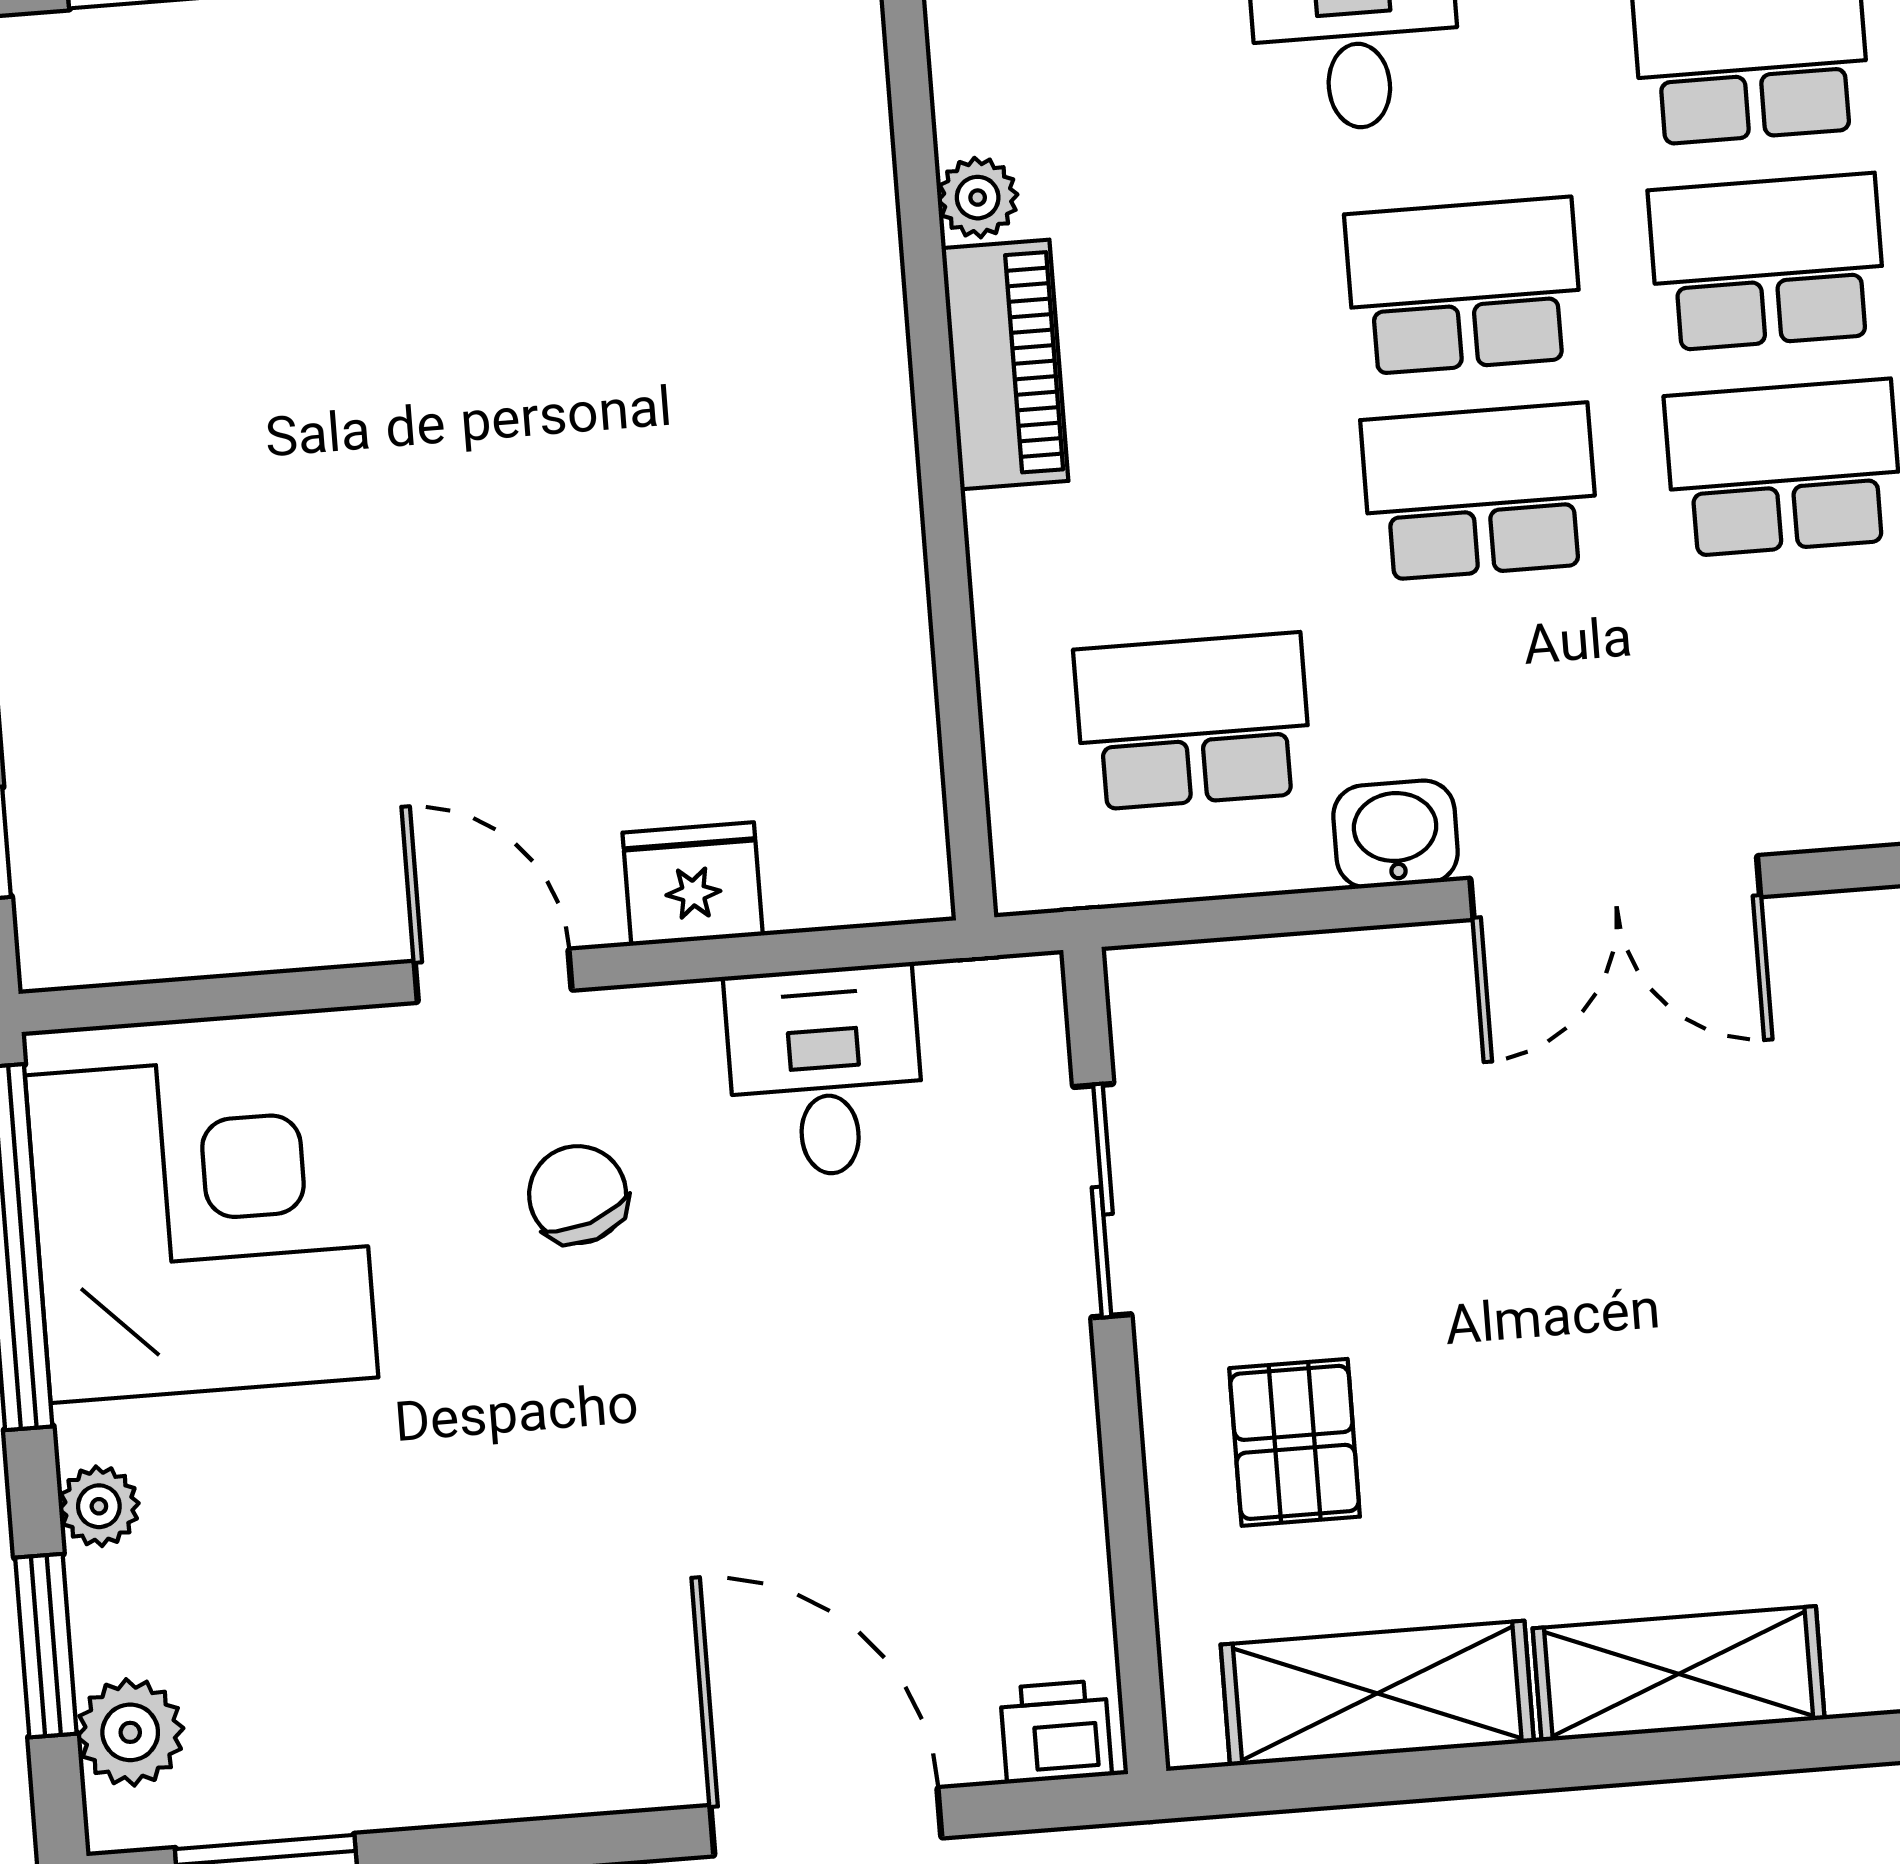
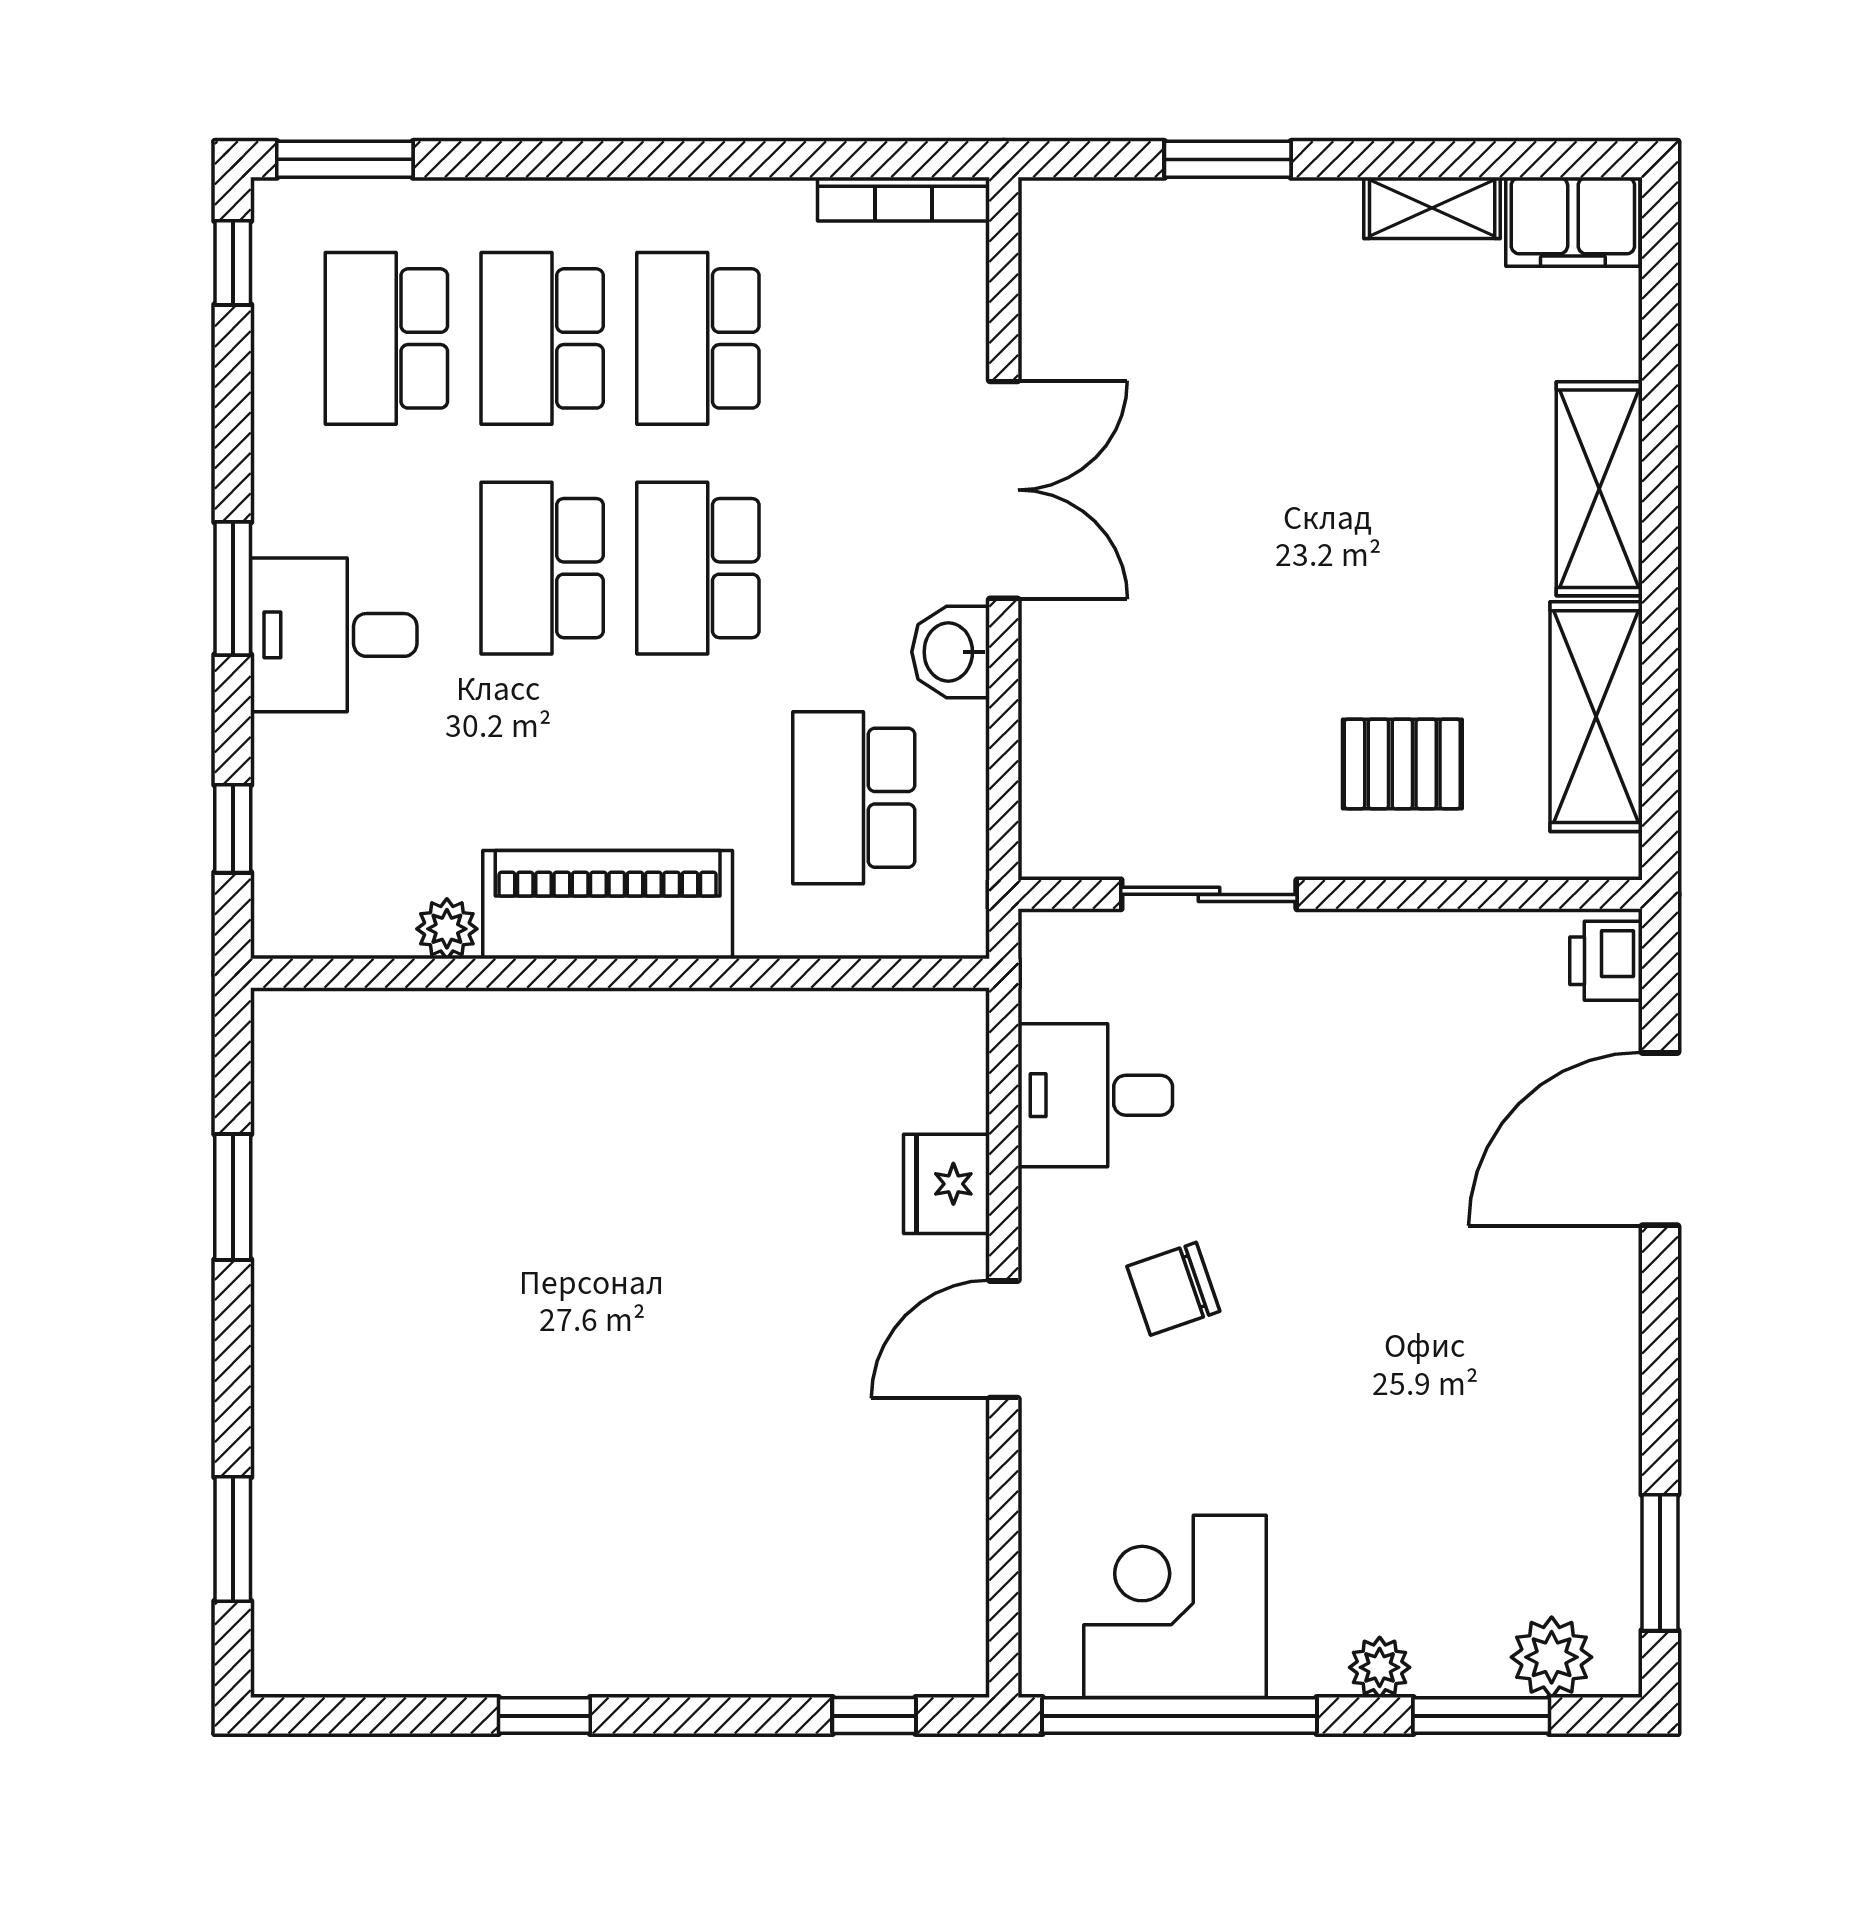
piano: (1005, 365) -> (608, 905), width x1.37, depth x1.33
corner desk: (202, 1226) -> (1175, 1606), width x0.74, depth x0.74

